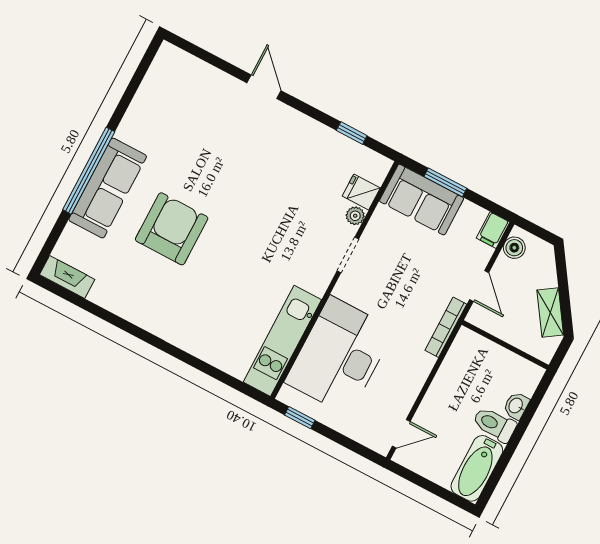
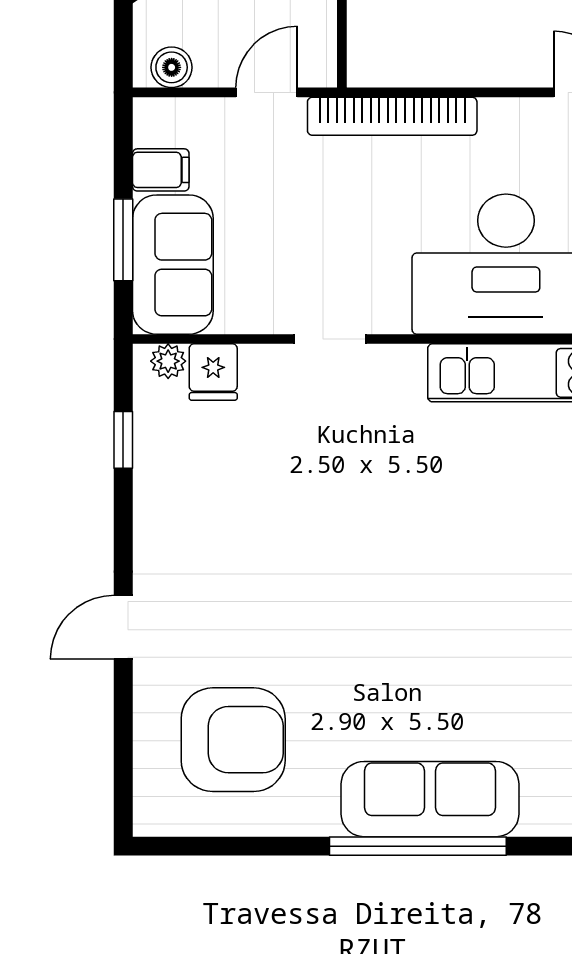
plant: (355, 216) -> (168, 361), moved
armchair: (172, 229) -> (233, 740), moved, turned 180
filing cabinet: (493, 230) -> (161, 170), moved
bookcase: (446, 327) -> (392, 116), width x1.48, depth x1.31

